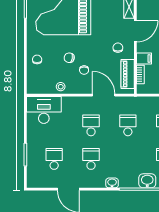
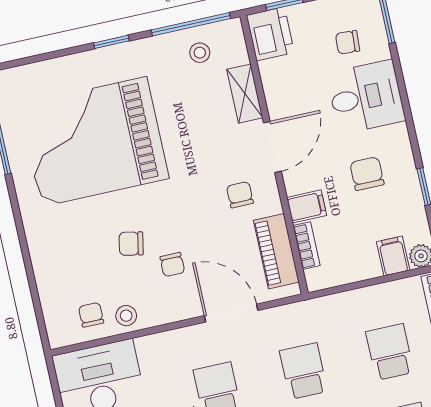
chair: (37, 59) -> (91, 315), moved

